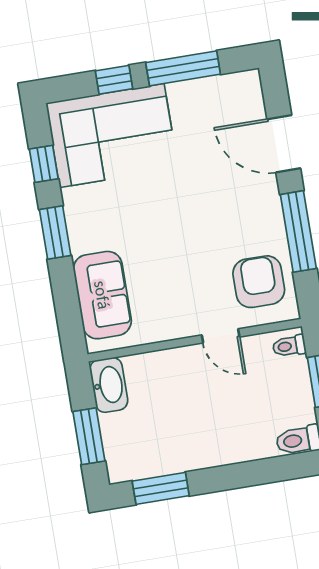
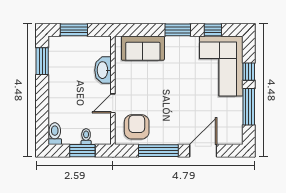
armchair: (259, 282) -> (137, 127), turned -90
toilet: (289, 346) -> (86, 137), moved
washbasin: (109, 385) -> (103, 70), moved, turned 90

